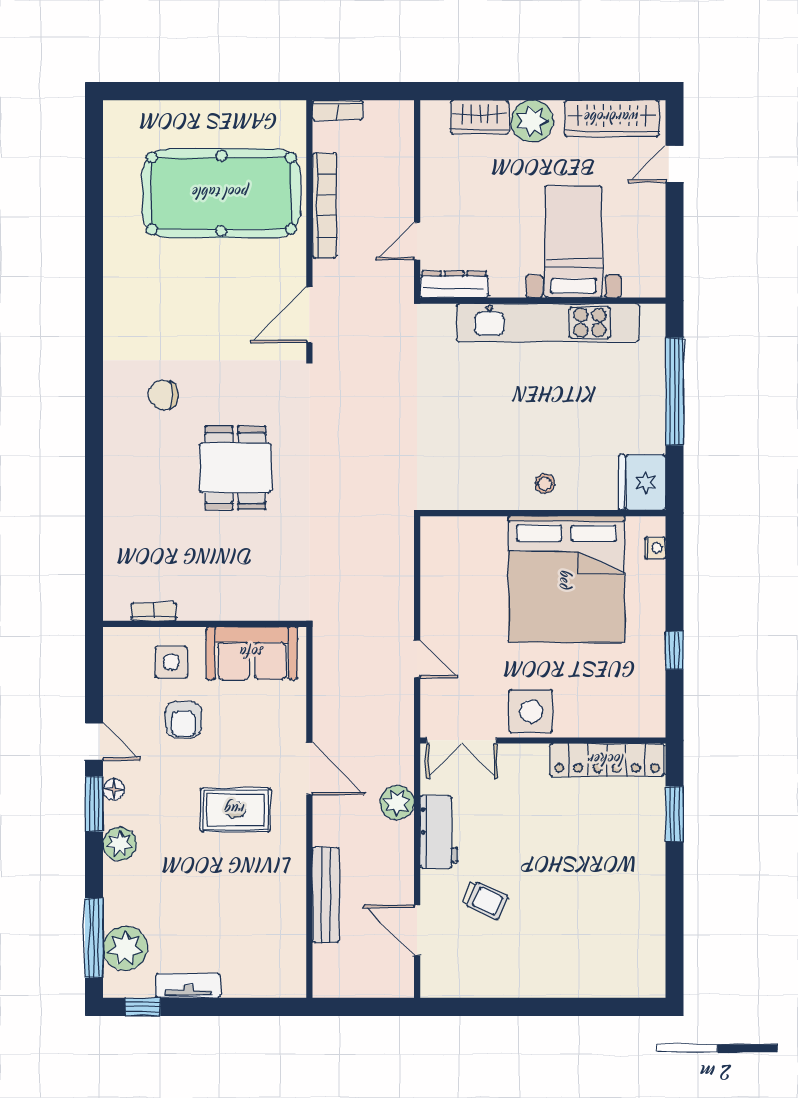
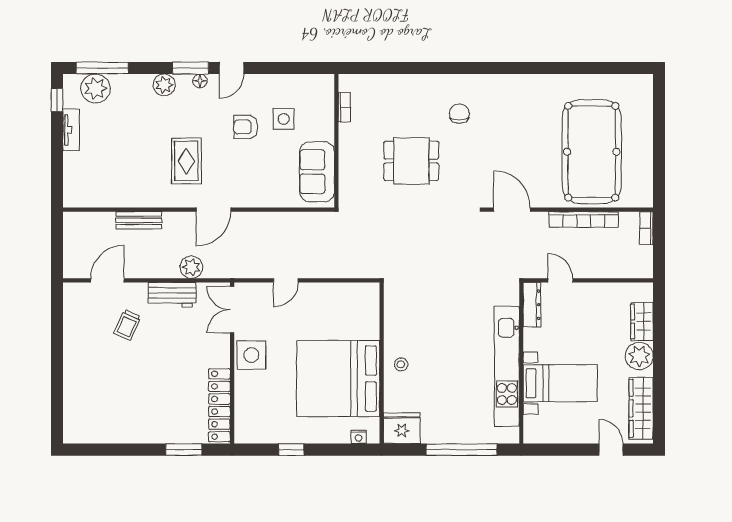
bookcase: (154, 612) -> (344, 107), moved
wall: (205, 624) -> (336, 141), moved
sofa: (252, 653) -> (317, 172), moved
bench: (326, 895) -> (139, 220), width x0.73

